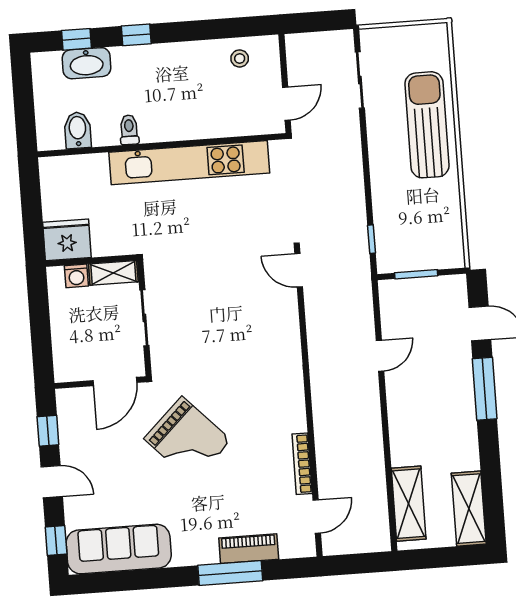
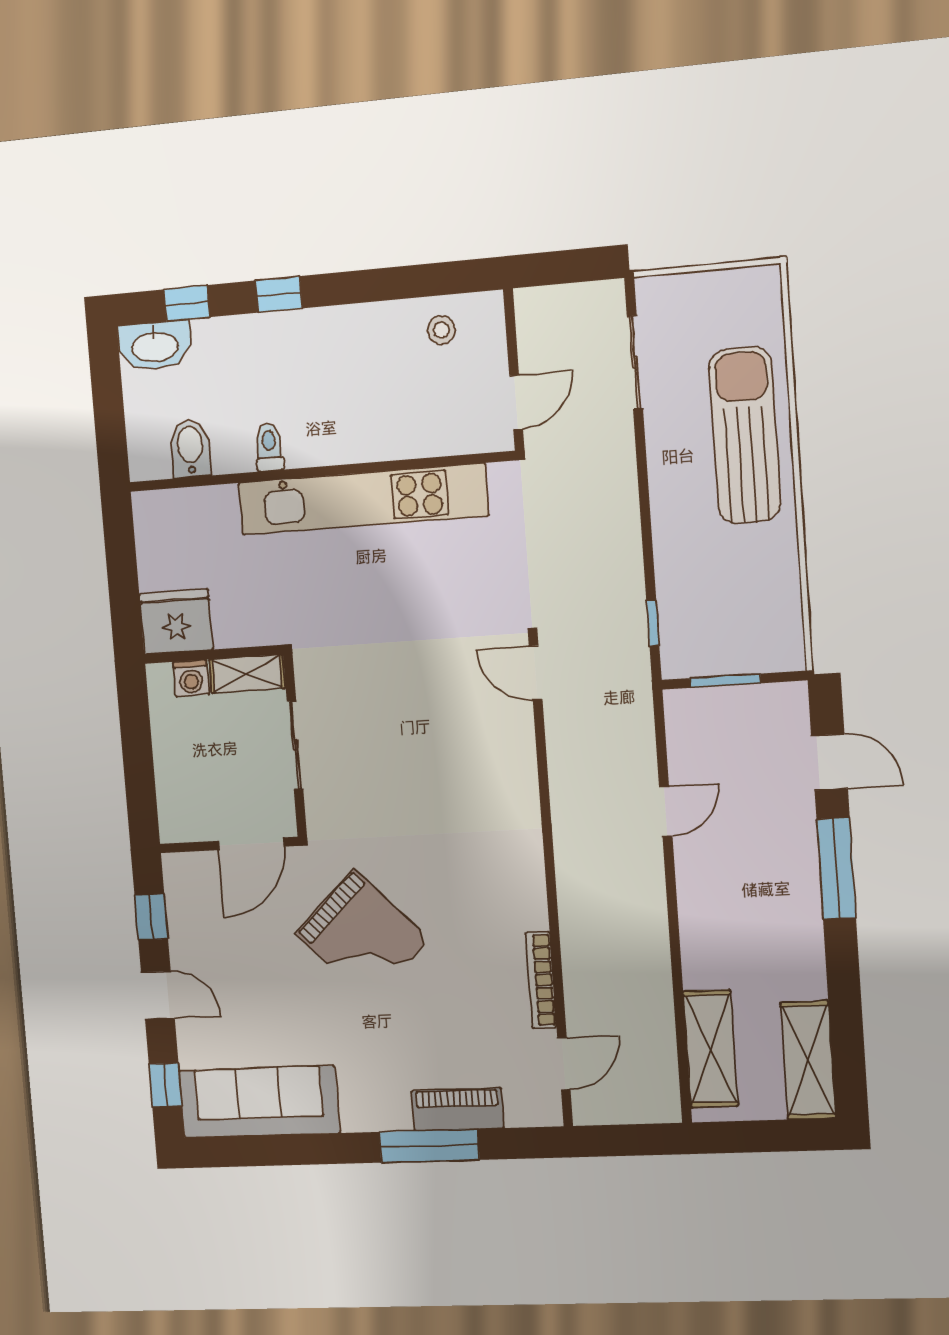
washbasin: (86, 63) -> (155, 346), moved

